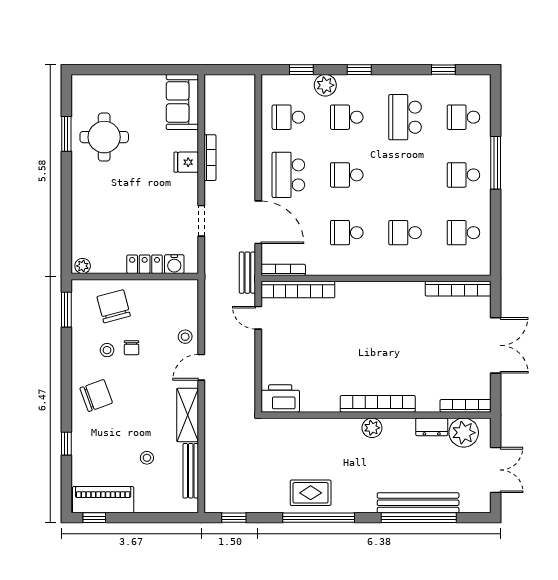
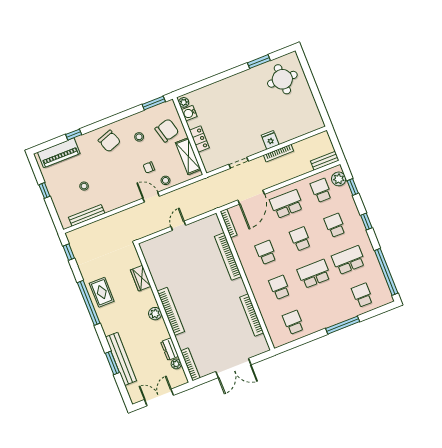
window: (443, 70) -> (386, 272), width x3.17
plant: (325, 85) -> (339, 179), moved
sofa: (182, 102) -> (305, 123), removed
round table: (104, 137) -> (282, 79), moved
school desk: (463, 175) -> (314, 274), moved, width x1.85
water cooler: (174, 264) -> (189, 113), moved
bench: (247, 273) -> (325, 161), moved
bookcase: (458, 289) -> (252, 315), moved
bookcase: (298, 290) -> (228, 256), moved
door: (258, 318) -> (178, 226), moved
chair: (132, 348) -> (149, 167), moved
printer: (280, 398) -> (151, 252), removed
shelving: (188, 415) -> (188, 156), moved, turned 90
wardrobe: (312, 428) -> (141, 278), added
plant: (464, 433) -> (176, 364), width x0.53, depth x0.53
double door: (496, 470) -> (159, 397), swing flipped
piano: (103, 500) -> (59, 153), moved, turned 90
window: (94, 518) -> (44, 190), moved
window: (419, 518) -> (112, 363), width x0.47

